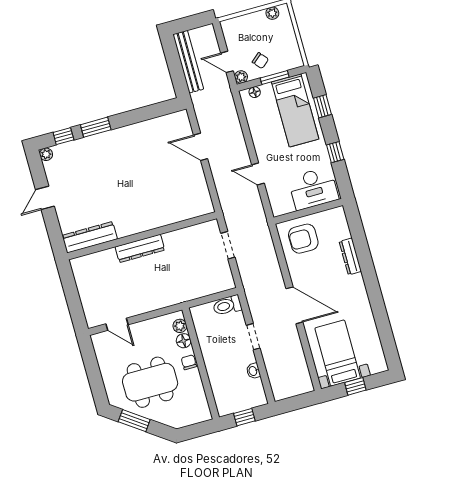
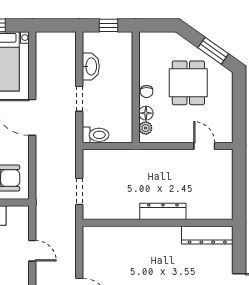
washbasin: (253, 371) -> (91, 66), width x1.91, depth x1.45
dining table: (150, 382) -> (188, 83), width x0.73

